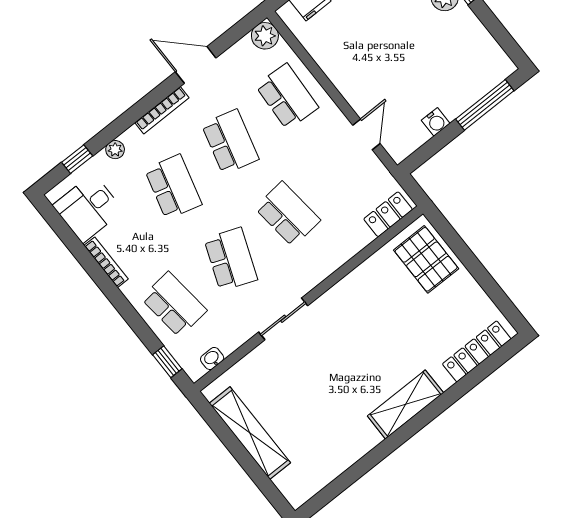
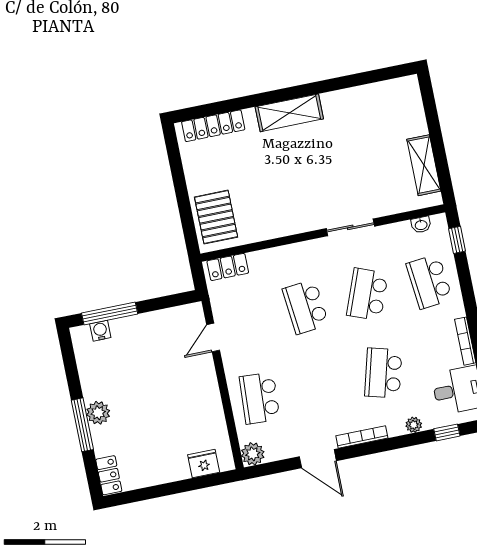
water cooler: (436, 122) -> (100, 331), moved
school desk: (230, 142) -> (321, 386), removed
shelving: (250, 433) -> (424, 165), width x0.68

